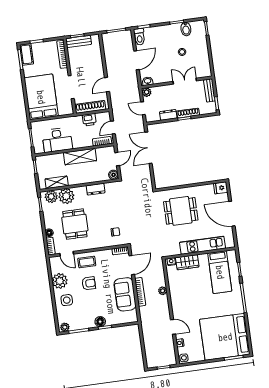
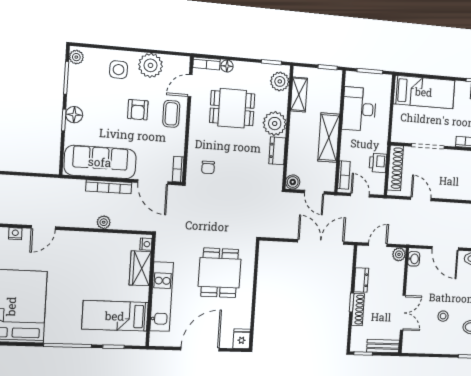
bed: (41, 97) -> (424, 92), width x0.67
plant: (66, 196) -> (275, 124), moved
sofa: (125, 294) -> (100, 162), width x1.36

